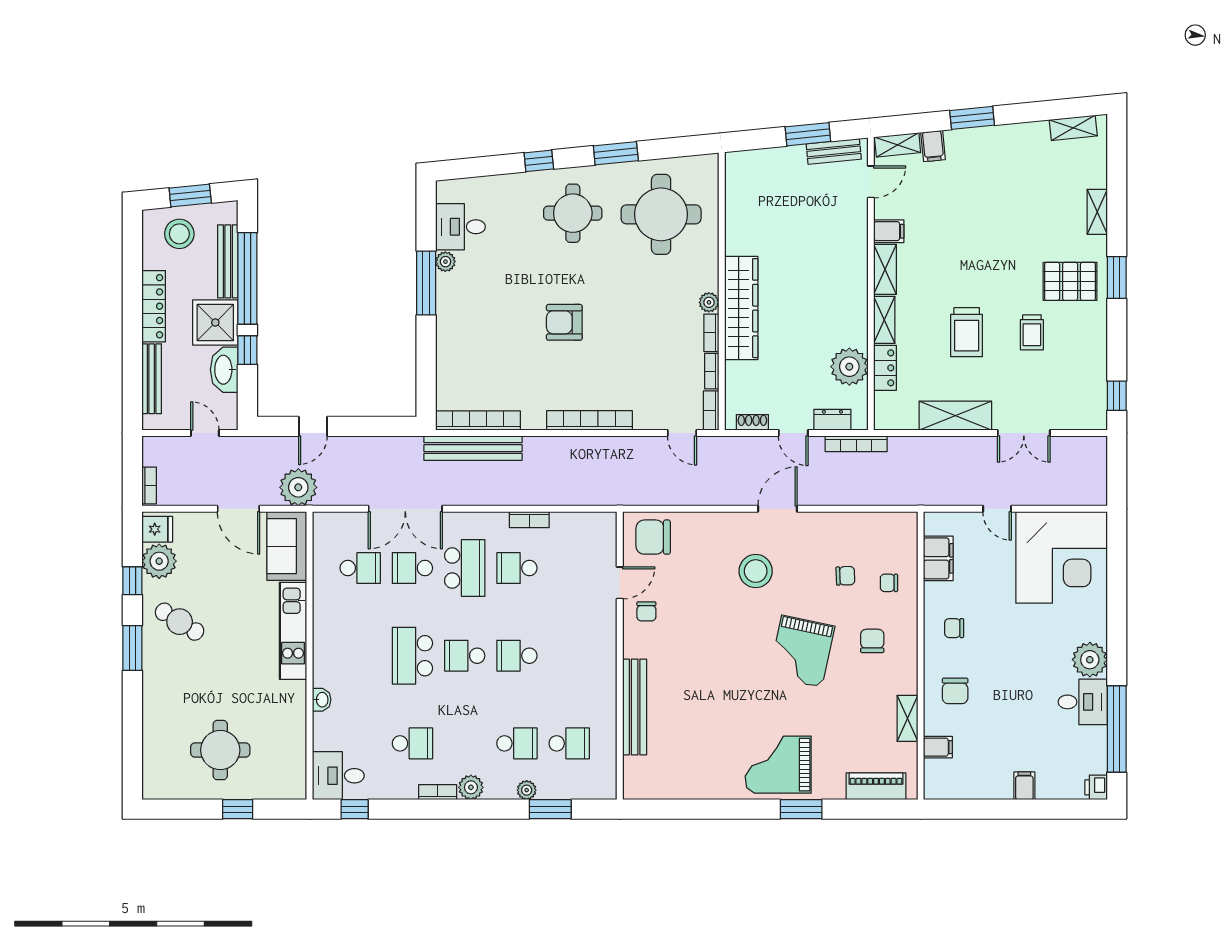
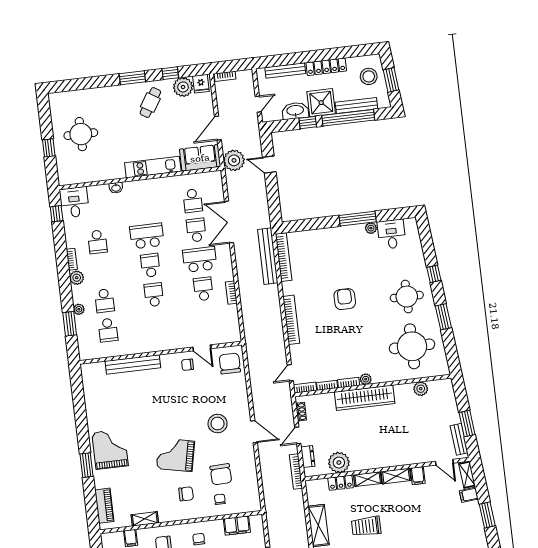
plant: (737, 208) -> (421, 389), added
school desk: (465, 568) -> (200, 259), turned 180
chair: (845, 576) -> (221, 474), width x1.87, depth x1.87

